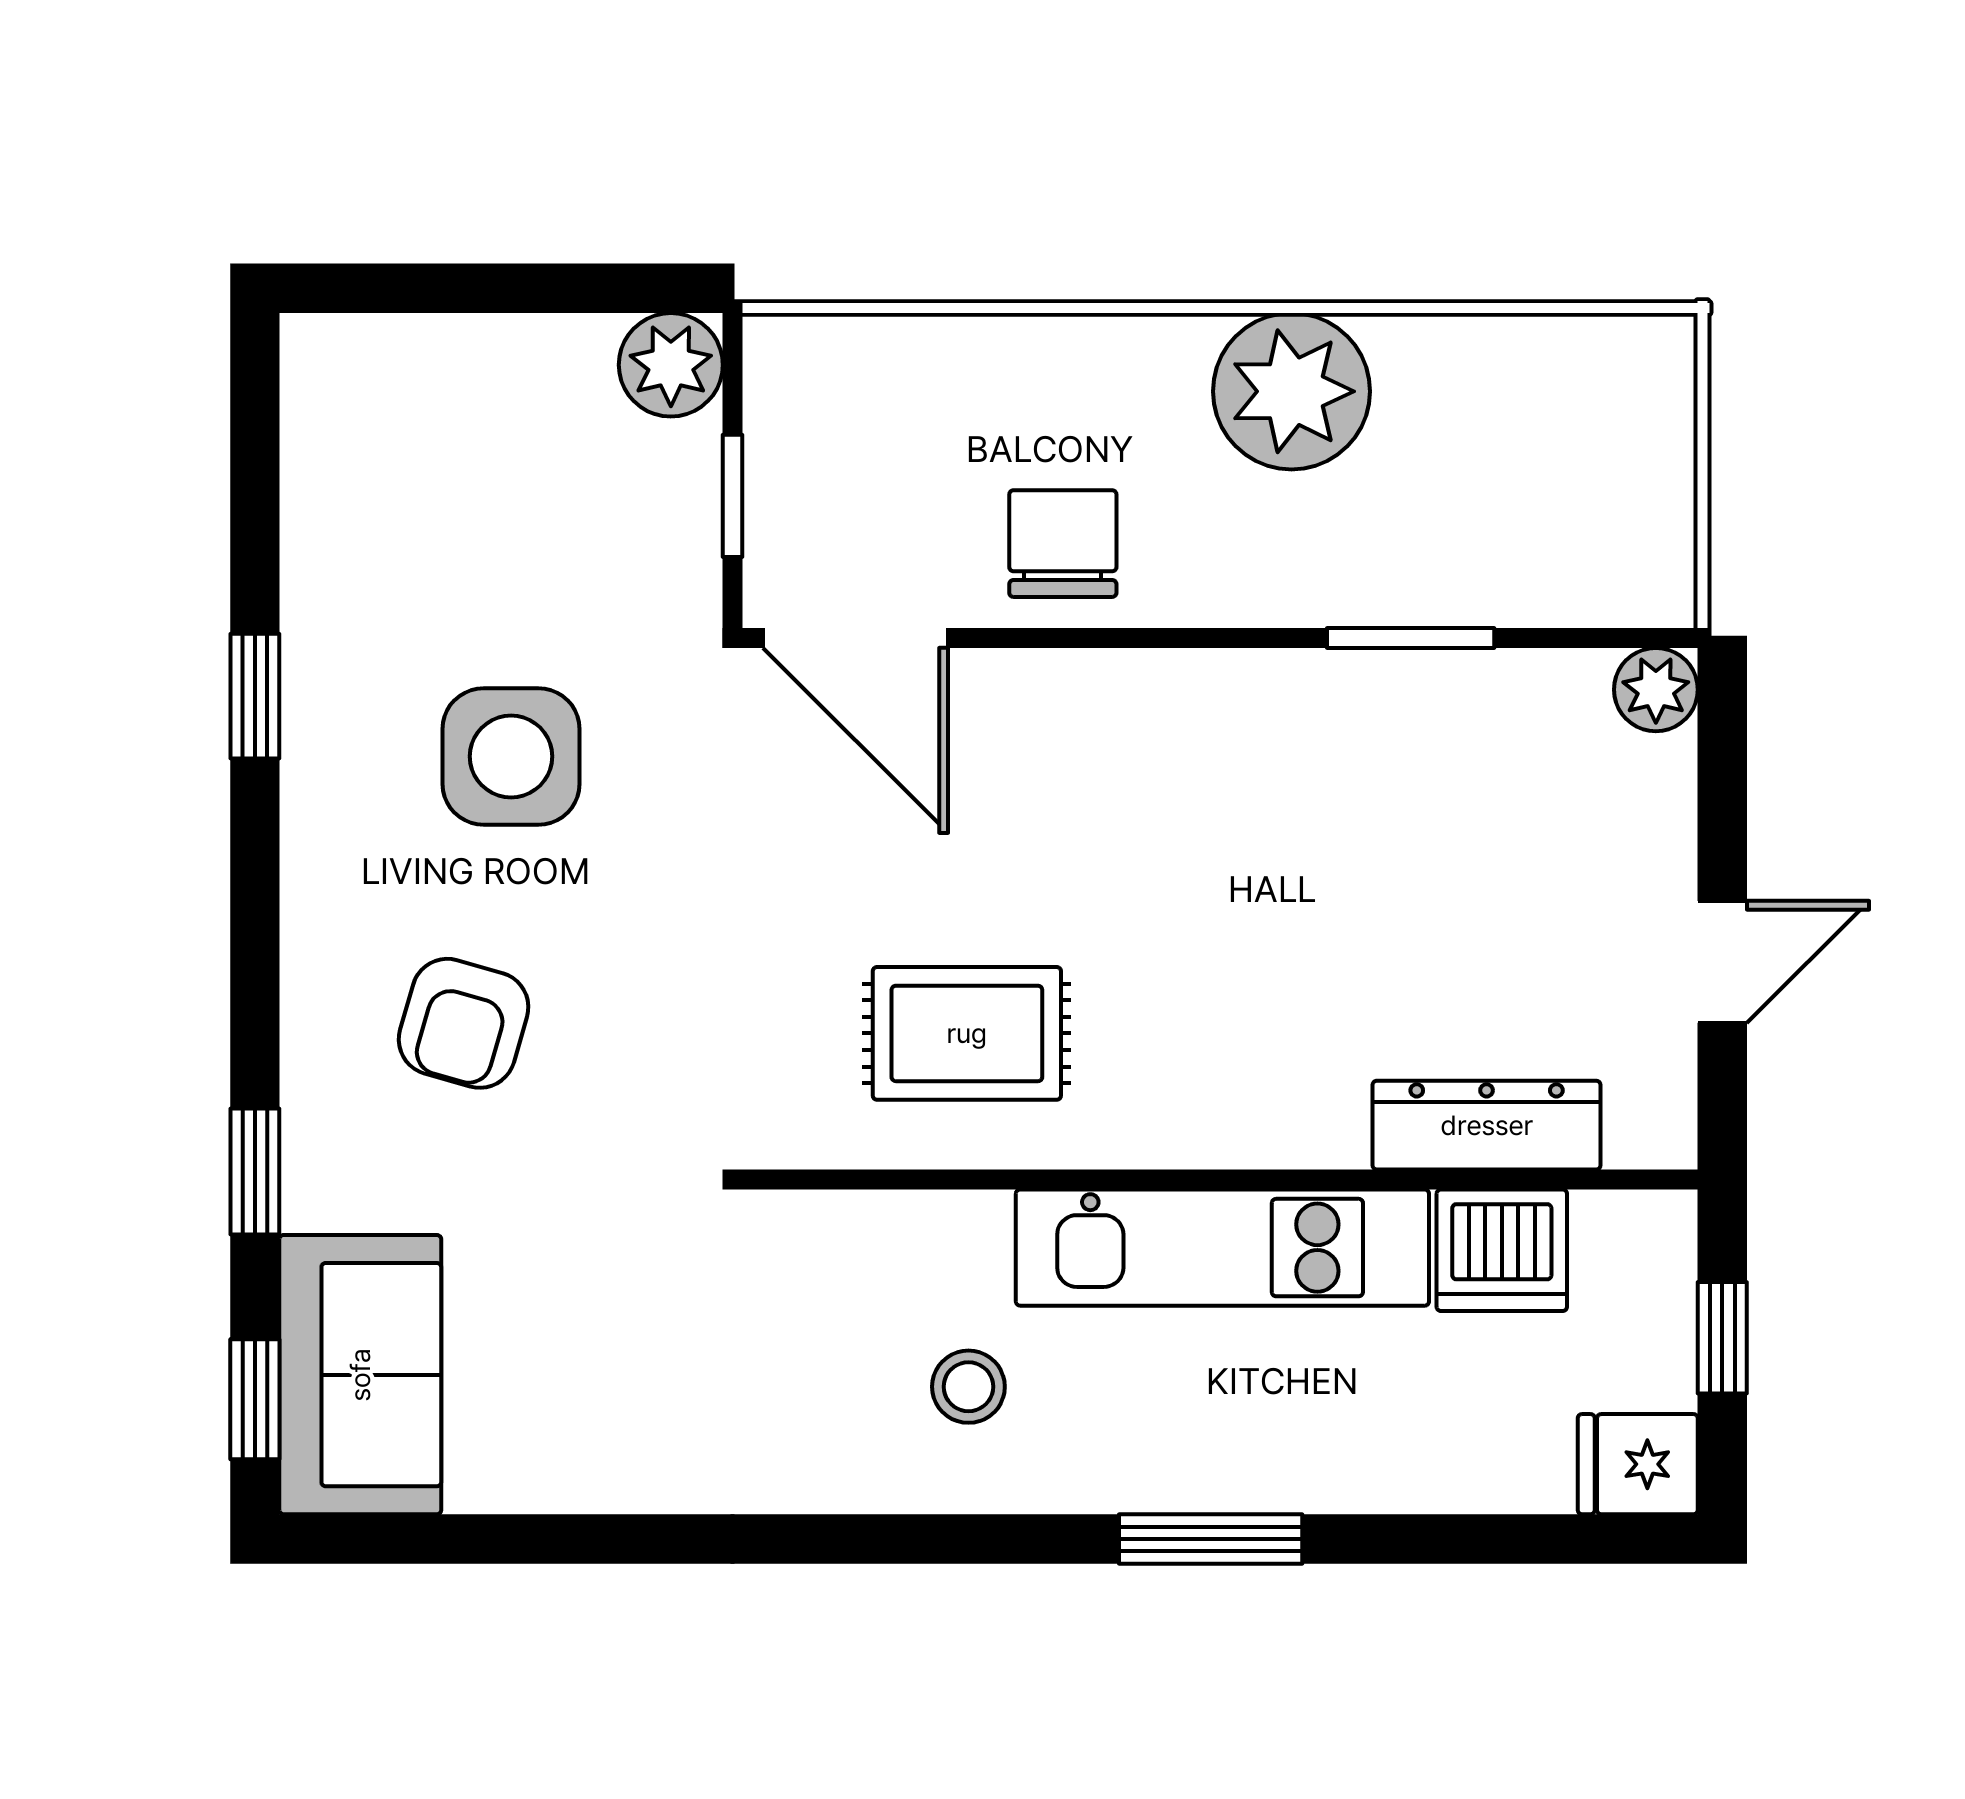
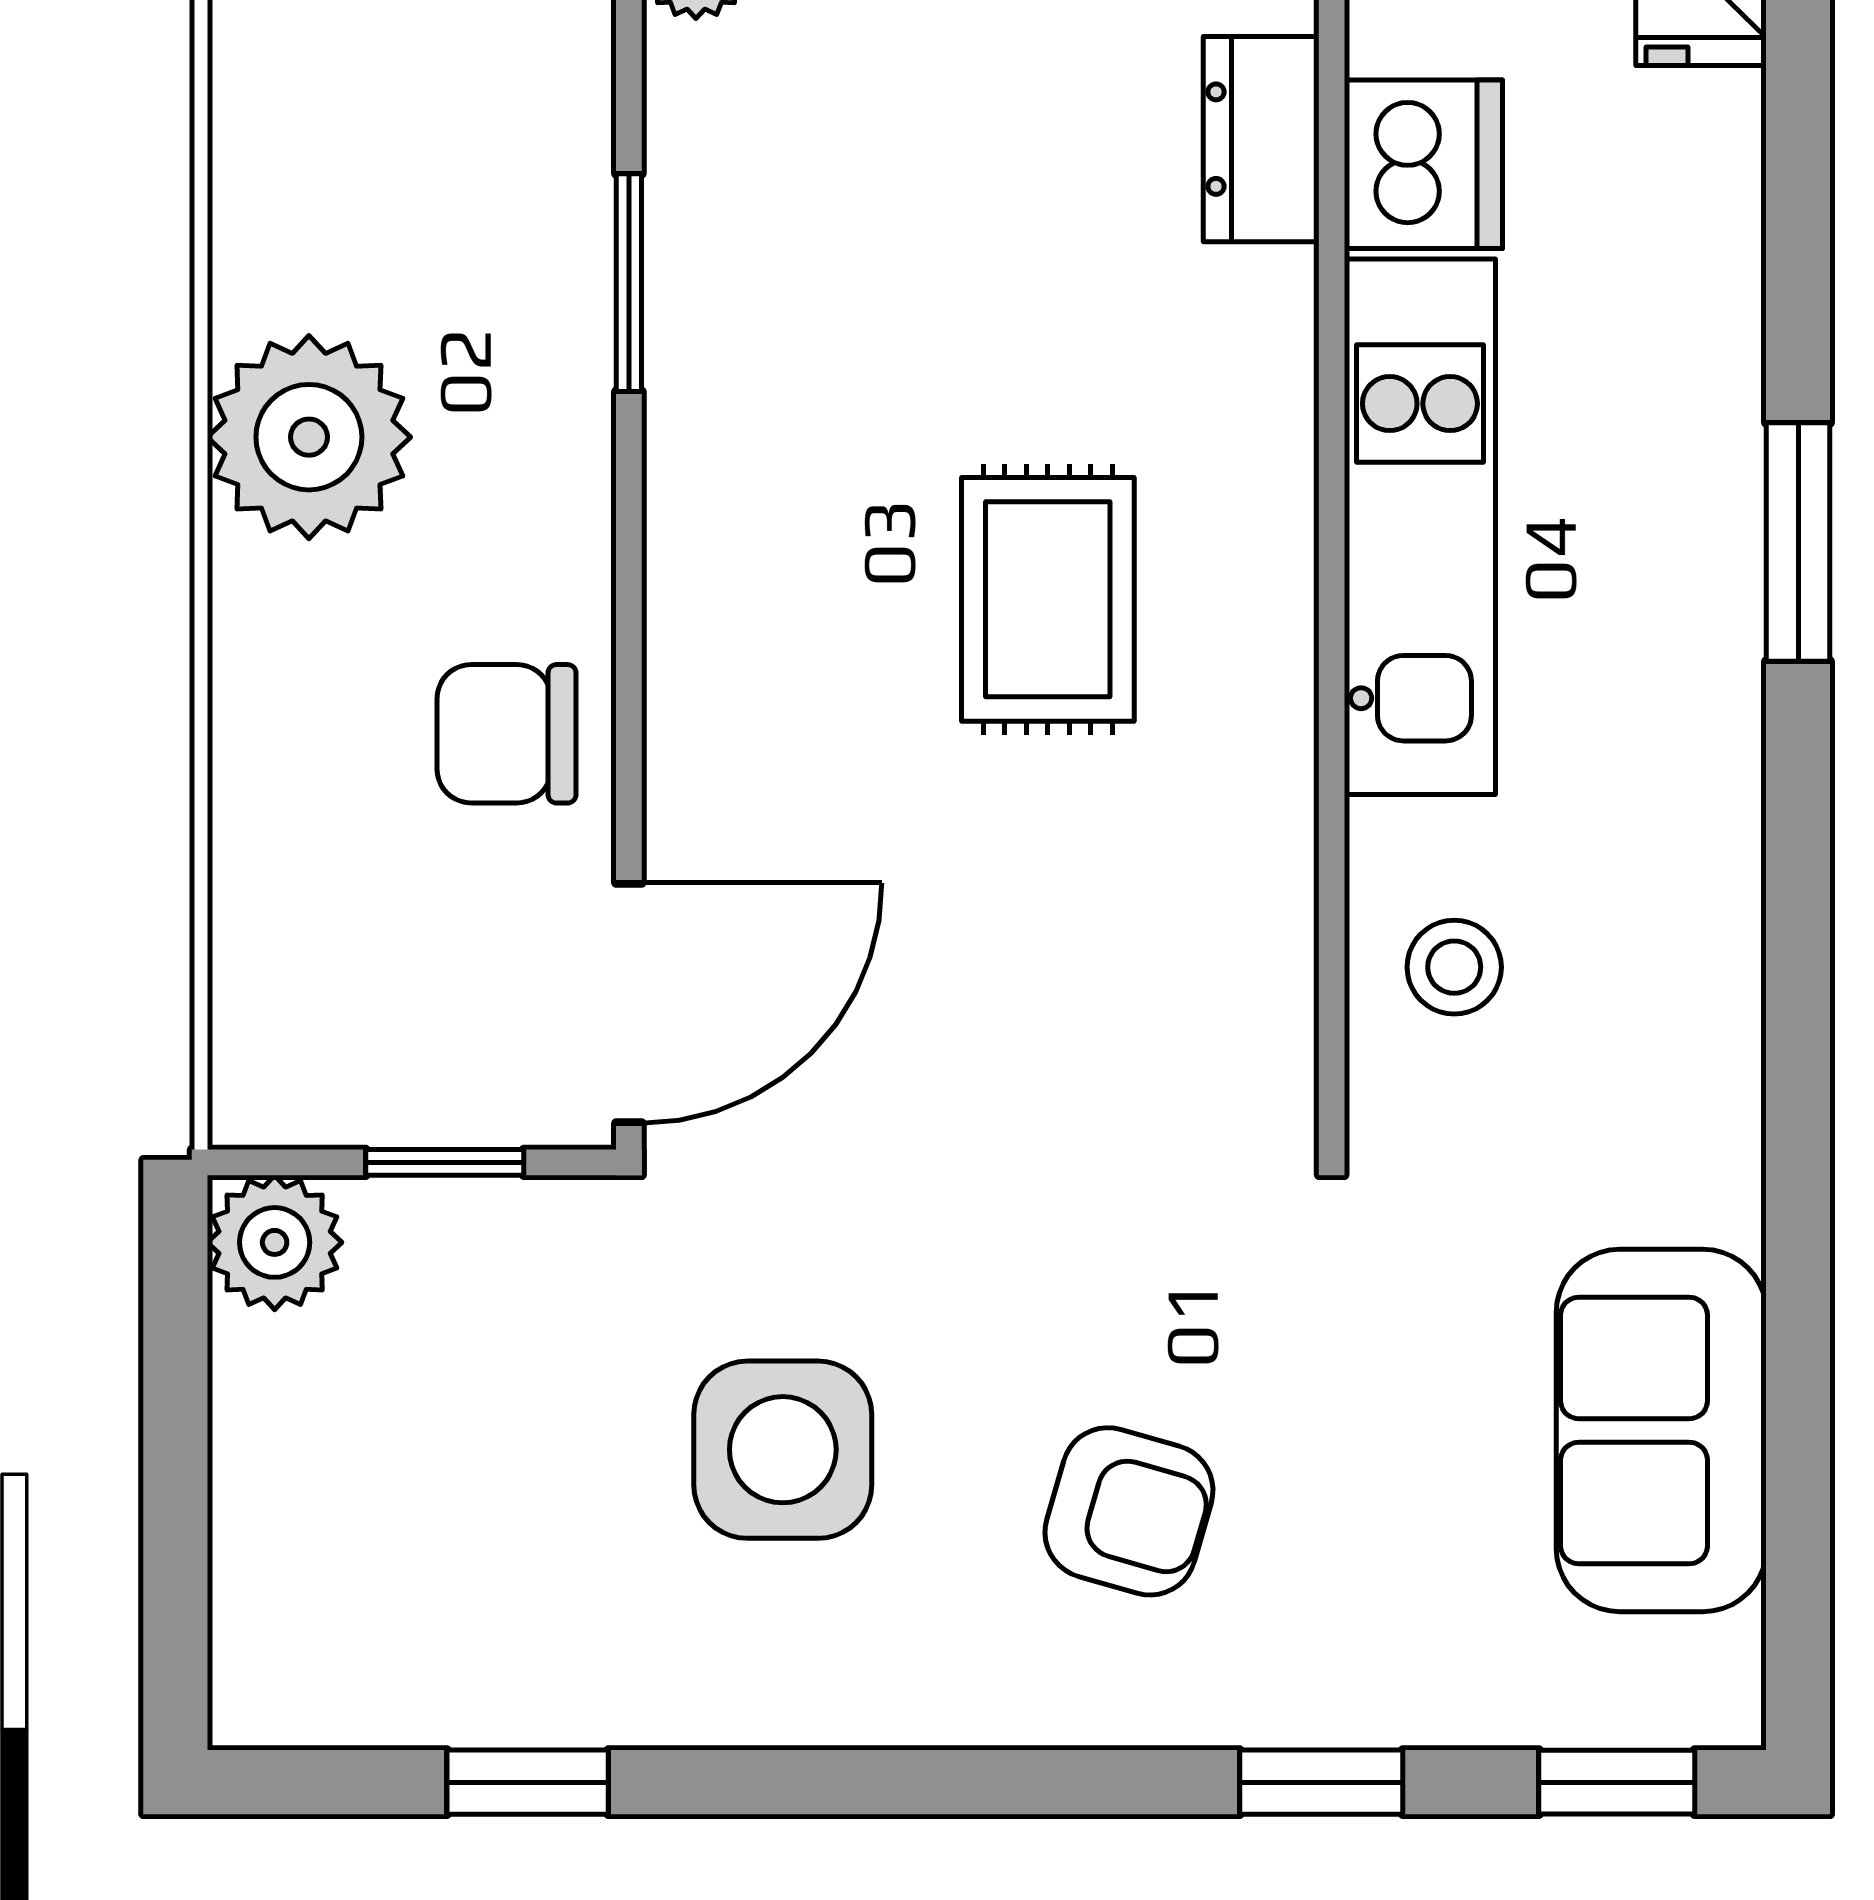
window: (255, 696) -> (528, 1782), moved
rug: (967, 1033) -> (1048, 599), moved
dresser: (1487, 1125) -> (1261, 139), width x0.70
sofa: (360, 1375) -> (1661, 1430), moved, turned -90
stool: (968, 1387) -> (1454, 967), moved

